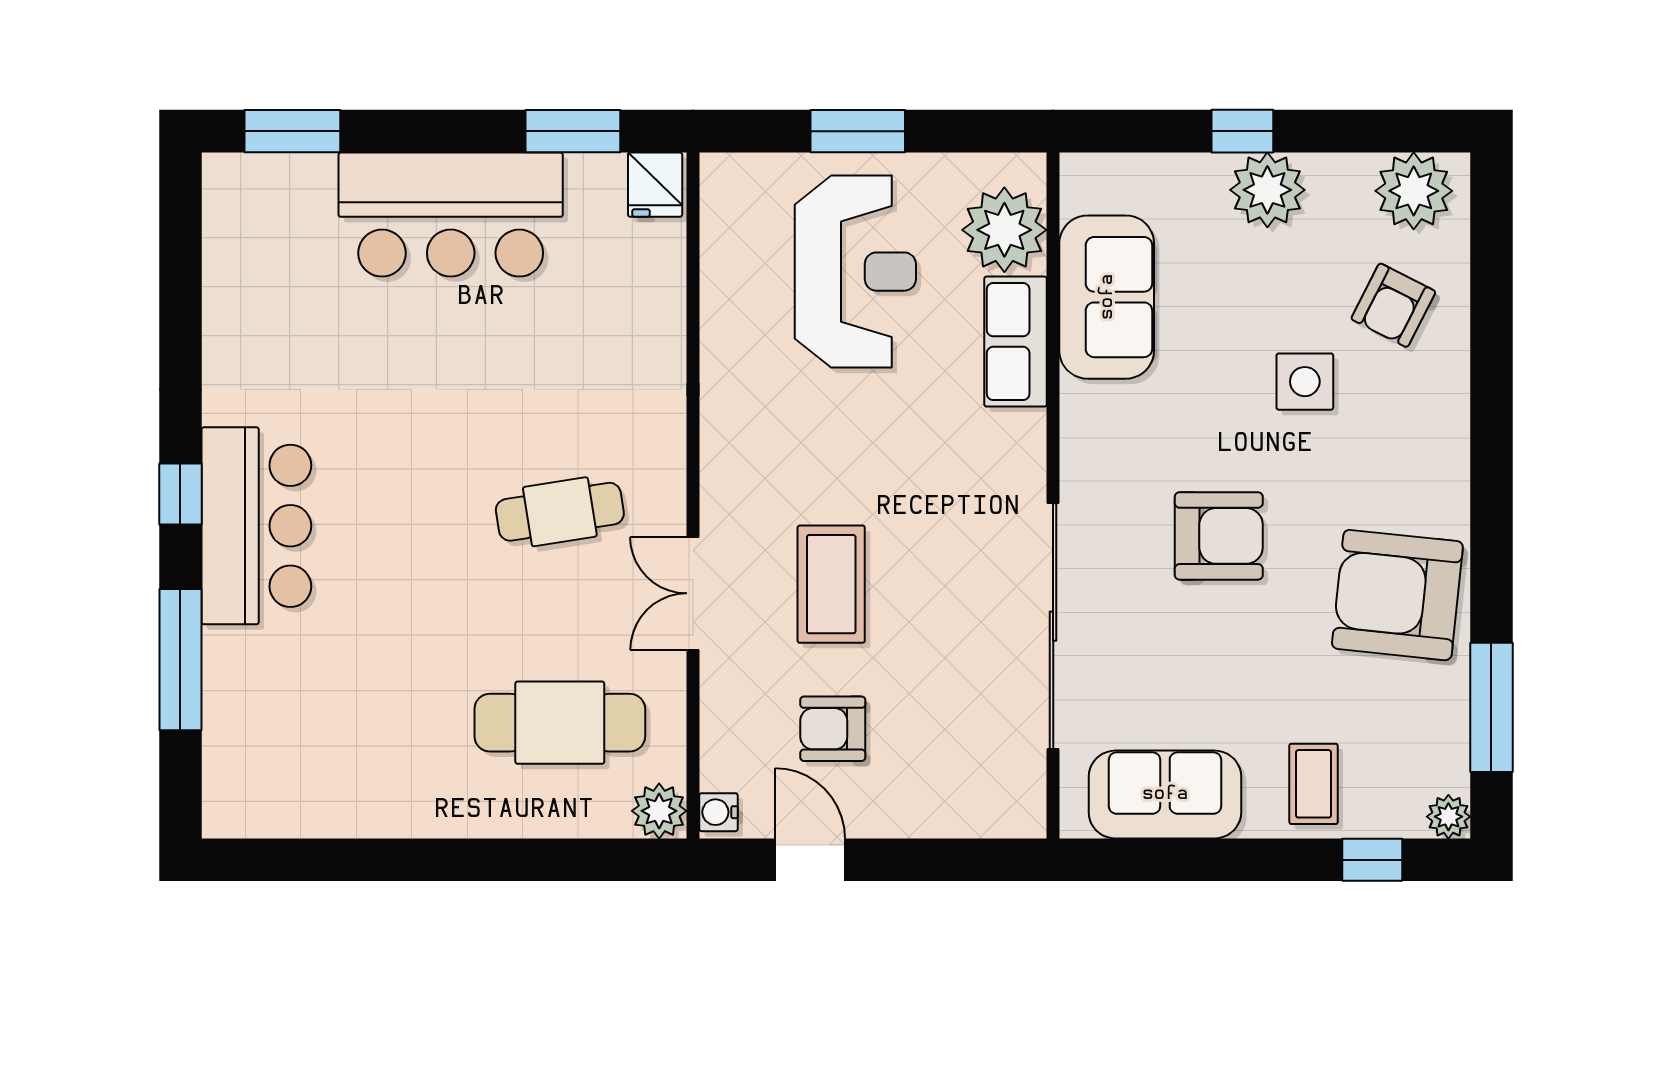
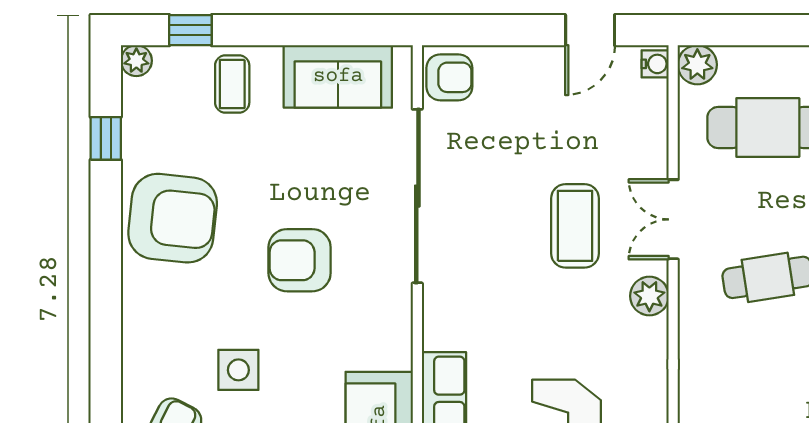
plant: (727, 486) -> (649, 296), added
double door: (693, 593) -> (673, 219), swing flipped
window: (1491, 707) -> (106, 138), width x0.46
armchair: (833, 729) -> (449, 77), moved
door: (810, 860) -> (590, 30), hinge flipped

